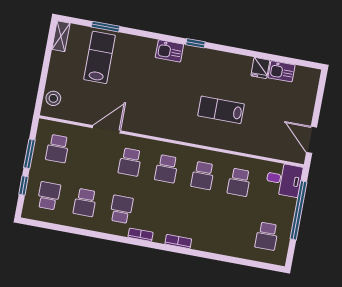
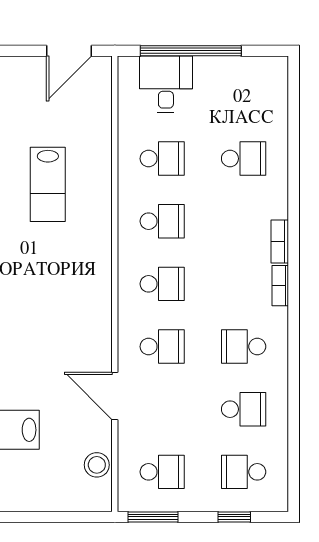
stool: (53, 98) -> (97, 465), moved
lab bench: (221, 110) -> (48, 184), moved
window: (29, 154) -> (153, 517), moved
desk: (284, 180) -> (166, 84), moved
bookcase: (141, 235) -> (280, 286), moved
school desk: (267, 236) -> (244, 159), moved

